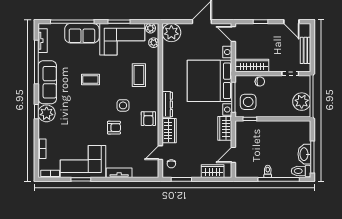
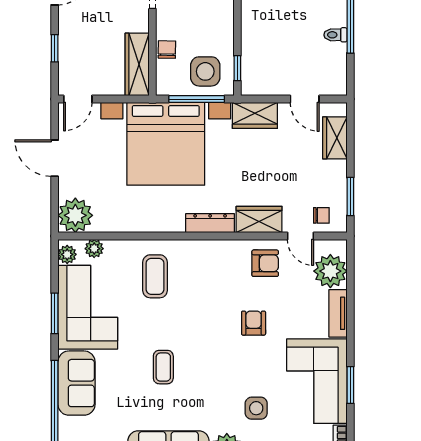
coffee table: (139, 75) -> (155, 276), turned 90
side table: (123, 105) -> (256, 408), moved
armchair: (148, 119) -> (265, 263), moved
plant: (142, 169) -> (330, 271), added

